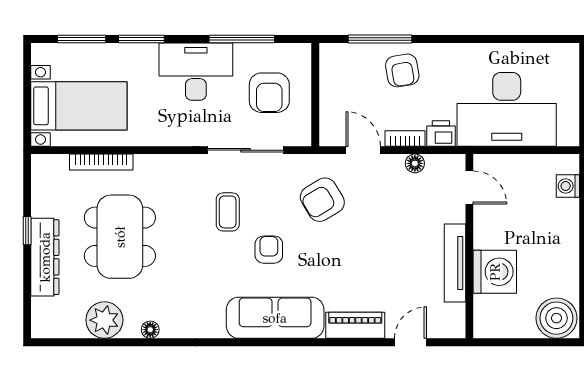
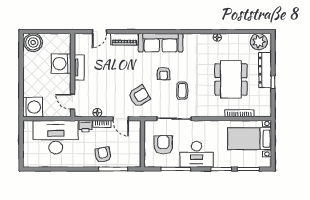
washing machine: (568, 186) -> (33, 107), width x1.89, depth x1.89
tv unit: (455, 263) -> (79, 68), width x0.71
plant: (104, 320) -> (259, 42), moved

